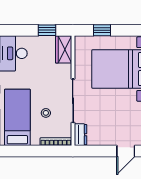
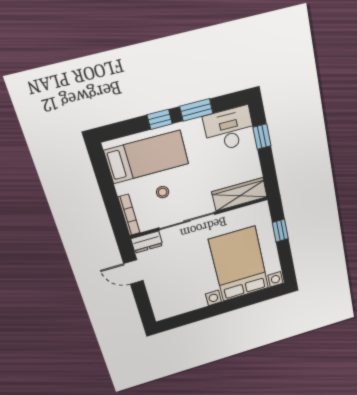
window: (47, 30) -> (262, 137), moved
wardrobe: (64, 49) -> (240, 194), width x1.50
door: (126, 151) -> (134, 272), moved

